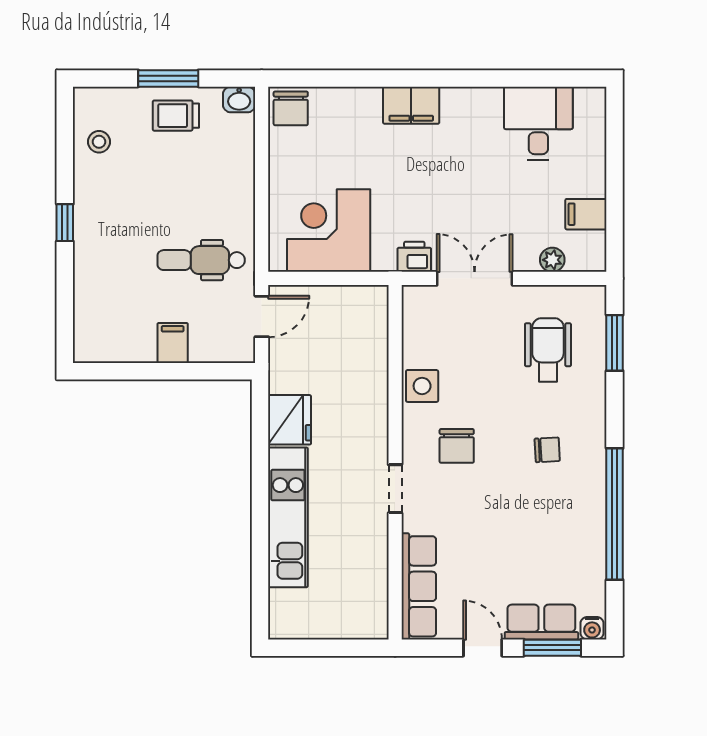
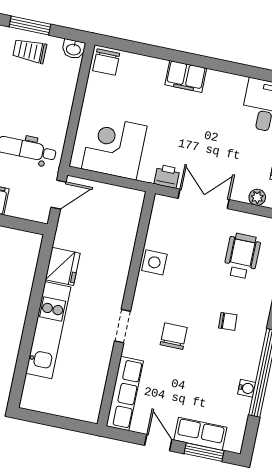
chair: (457, 446) -> (174, 336), moved, turned 180
water cooler: (592, 628) -> (247, 388), moved, turned -90

